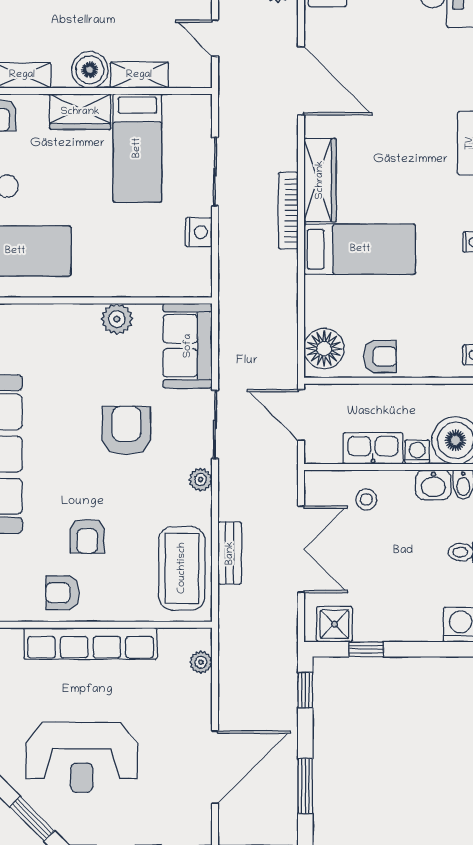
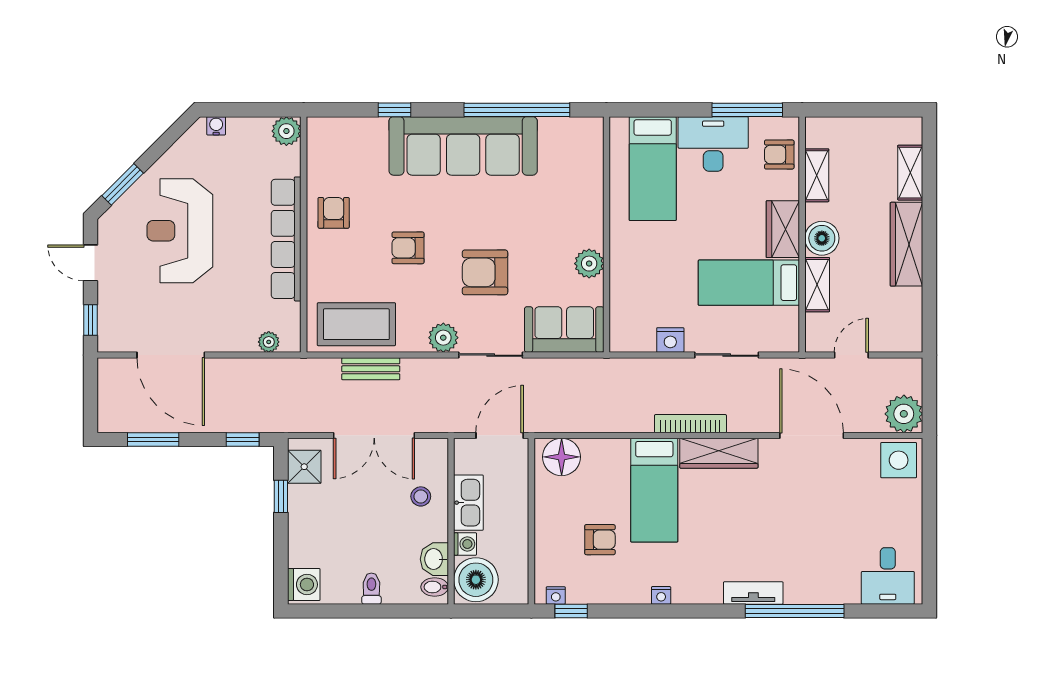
door: (301, 81) -> (812, 435), swing flipped
armchair: (380, 356) -> (600, 540), moved, turned -90
armchair: (126, 431) -> (485, 272), turned 180
plant: (201, 480) -> (443, 338), width x1.38, depth x1.38
armchair: (87, 536) -> (408, 248), moved

